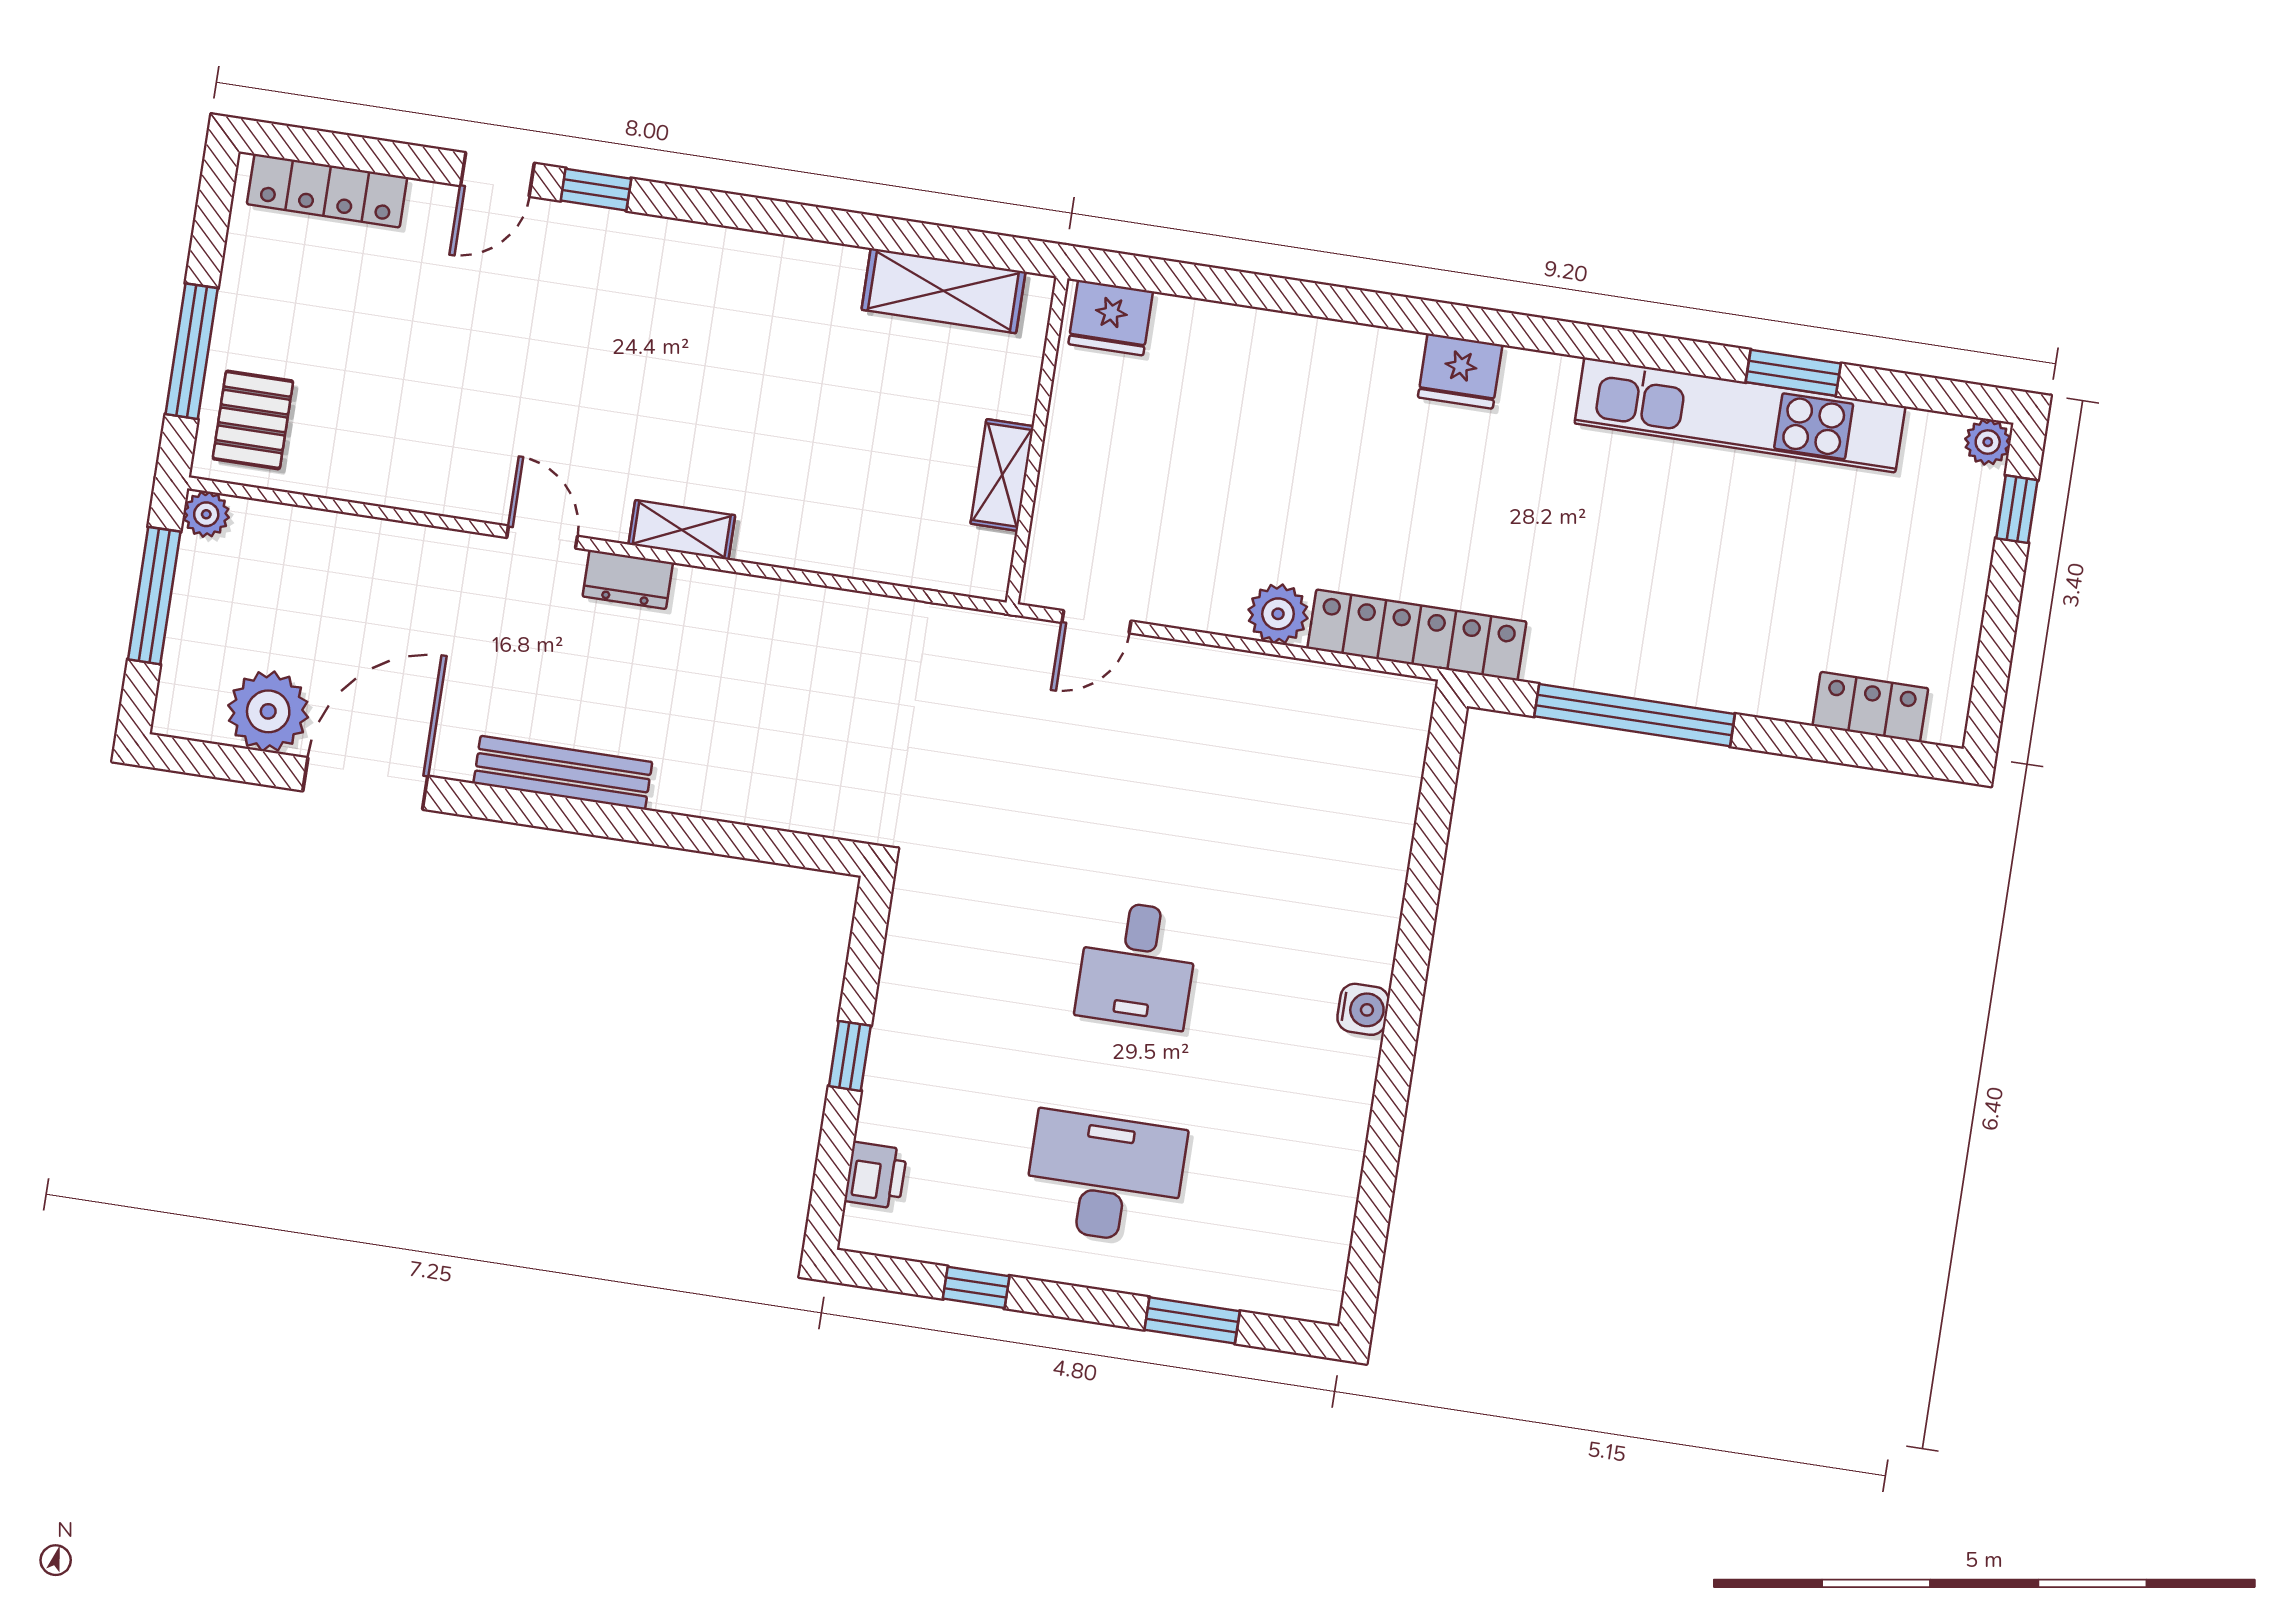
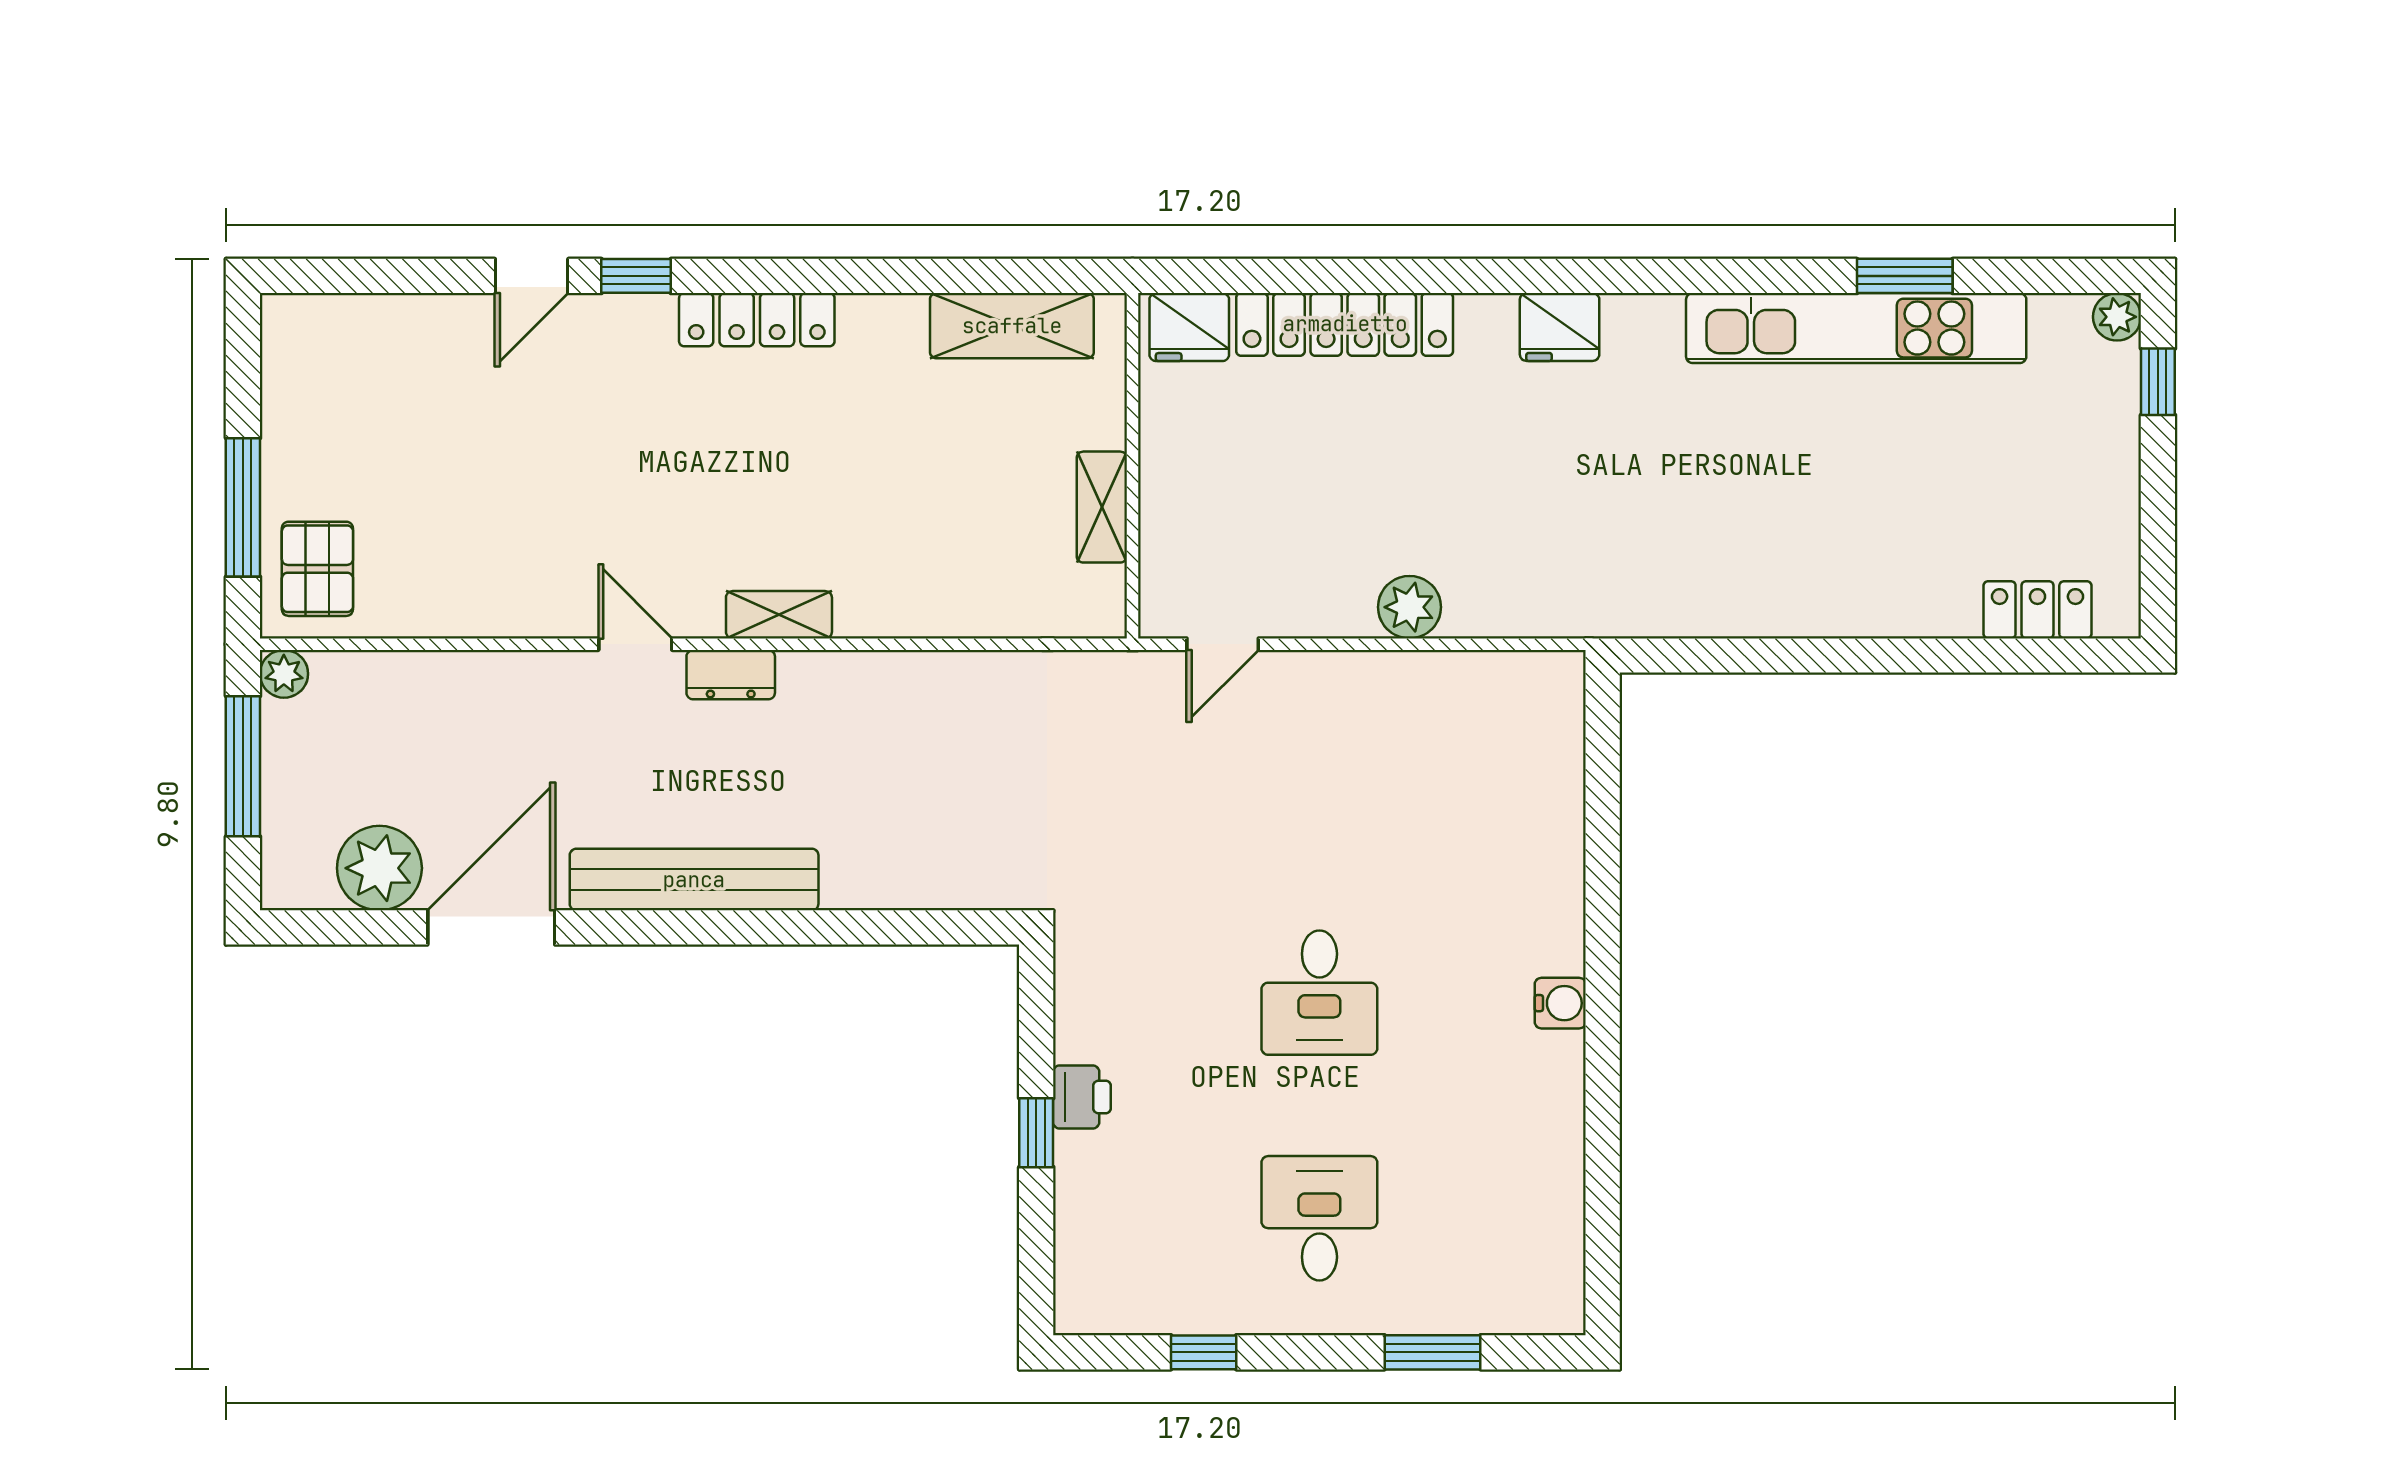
locker: (327, 191) -> (757, 320), moved
locker: (1417, 635) -> (1345, 324), moved, turned 180
window: (1635, 715) -> (1795, 656), removed
bench: (563, 773) -> (694, 880), width x1.37, depth x1.21
printer: (876, 1175) -> (1082, 1097), moved
desk: (1105, 1178) -> (1319, 1218), width x0.73

